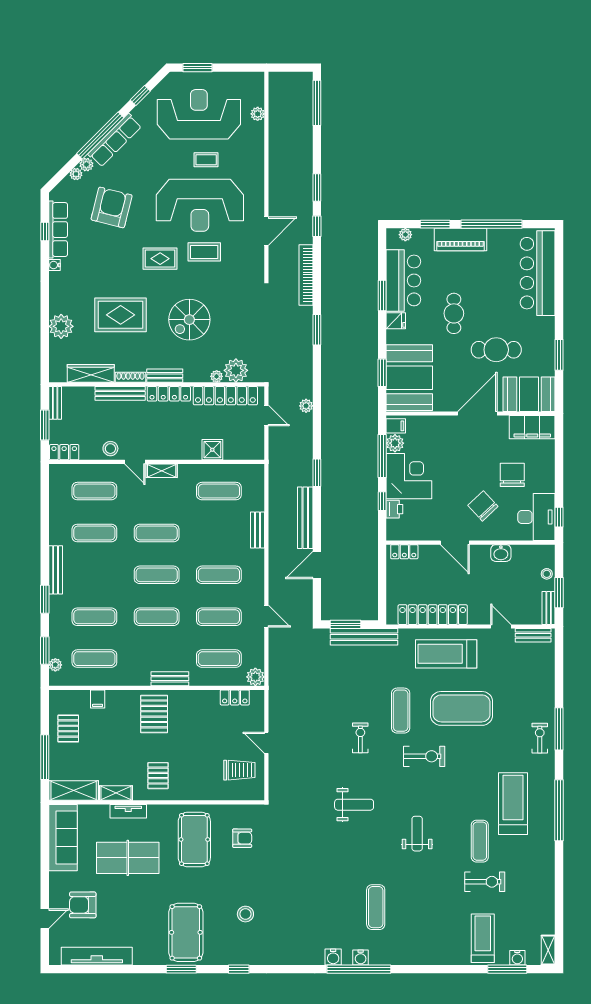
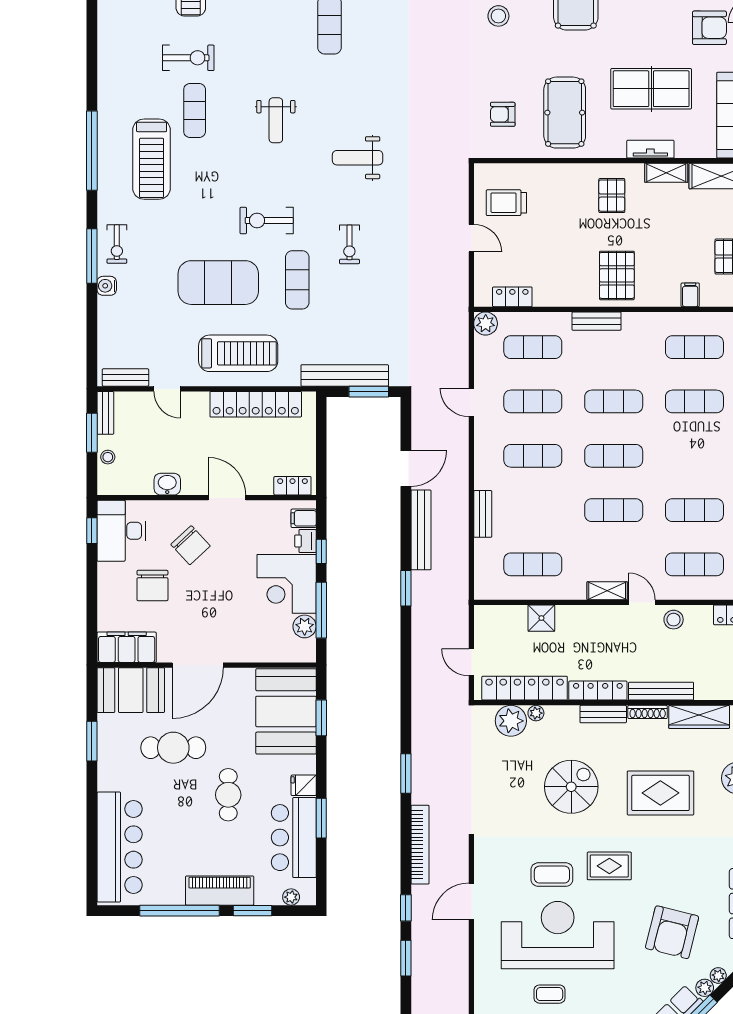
plant: (306, 406) -> (420, 675), removed
filing cabinet: (396, 426) -> (304, 518), moved
water cooler: (548, 706) -> (107, 286), added
exercise bike: (485, 882) -> (188, 58), turned 180

